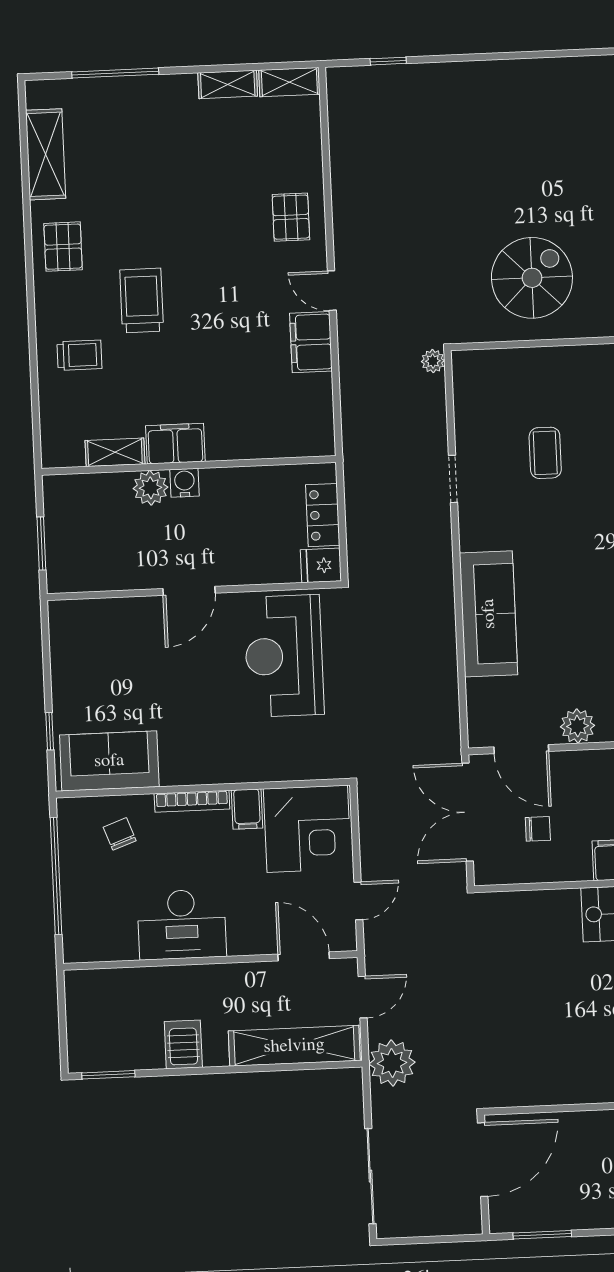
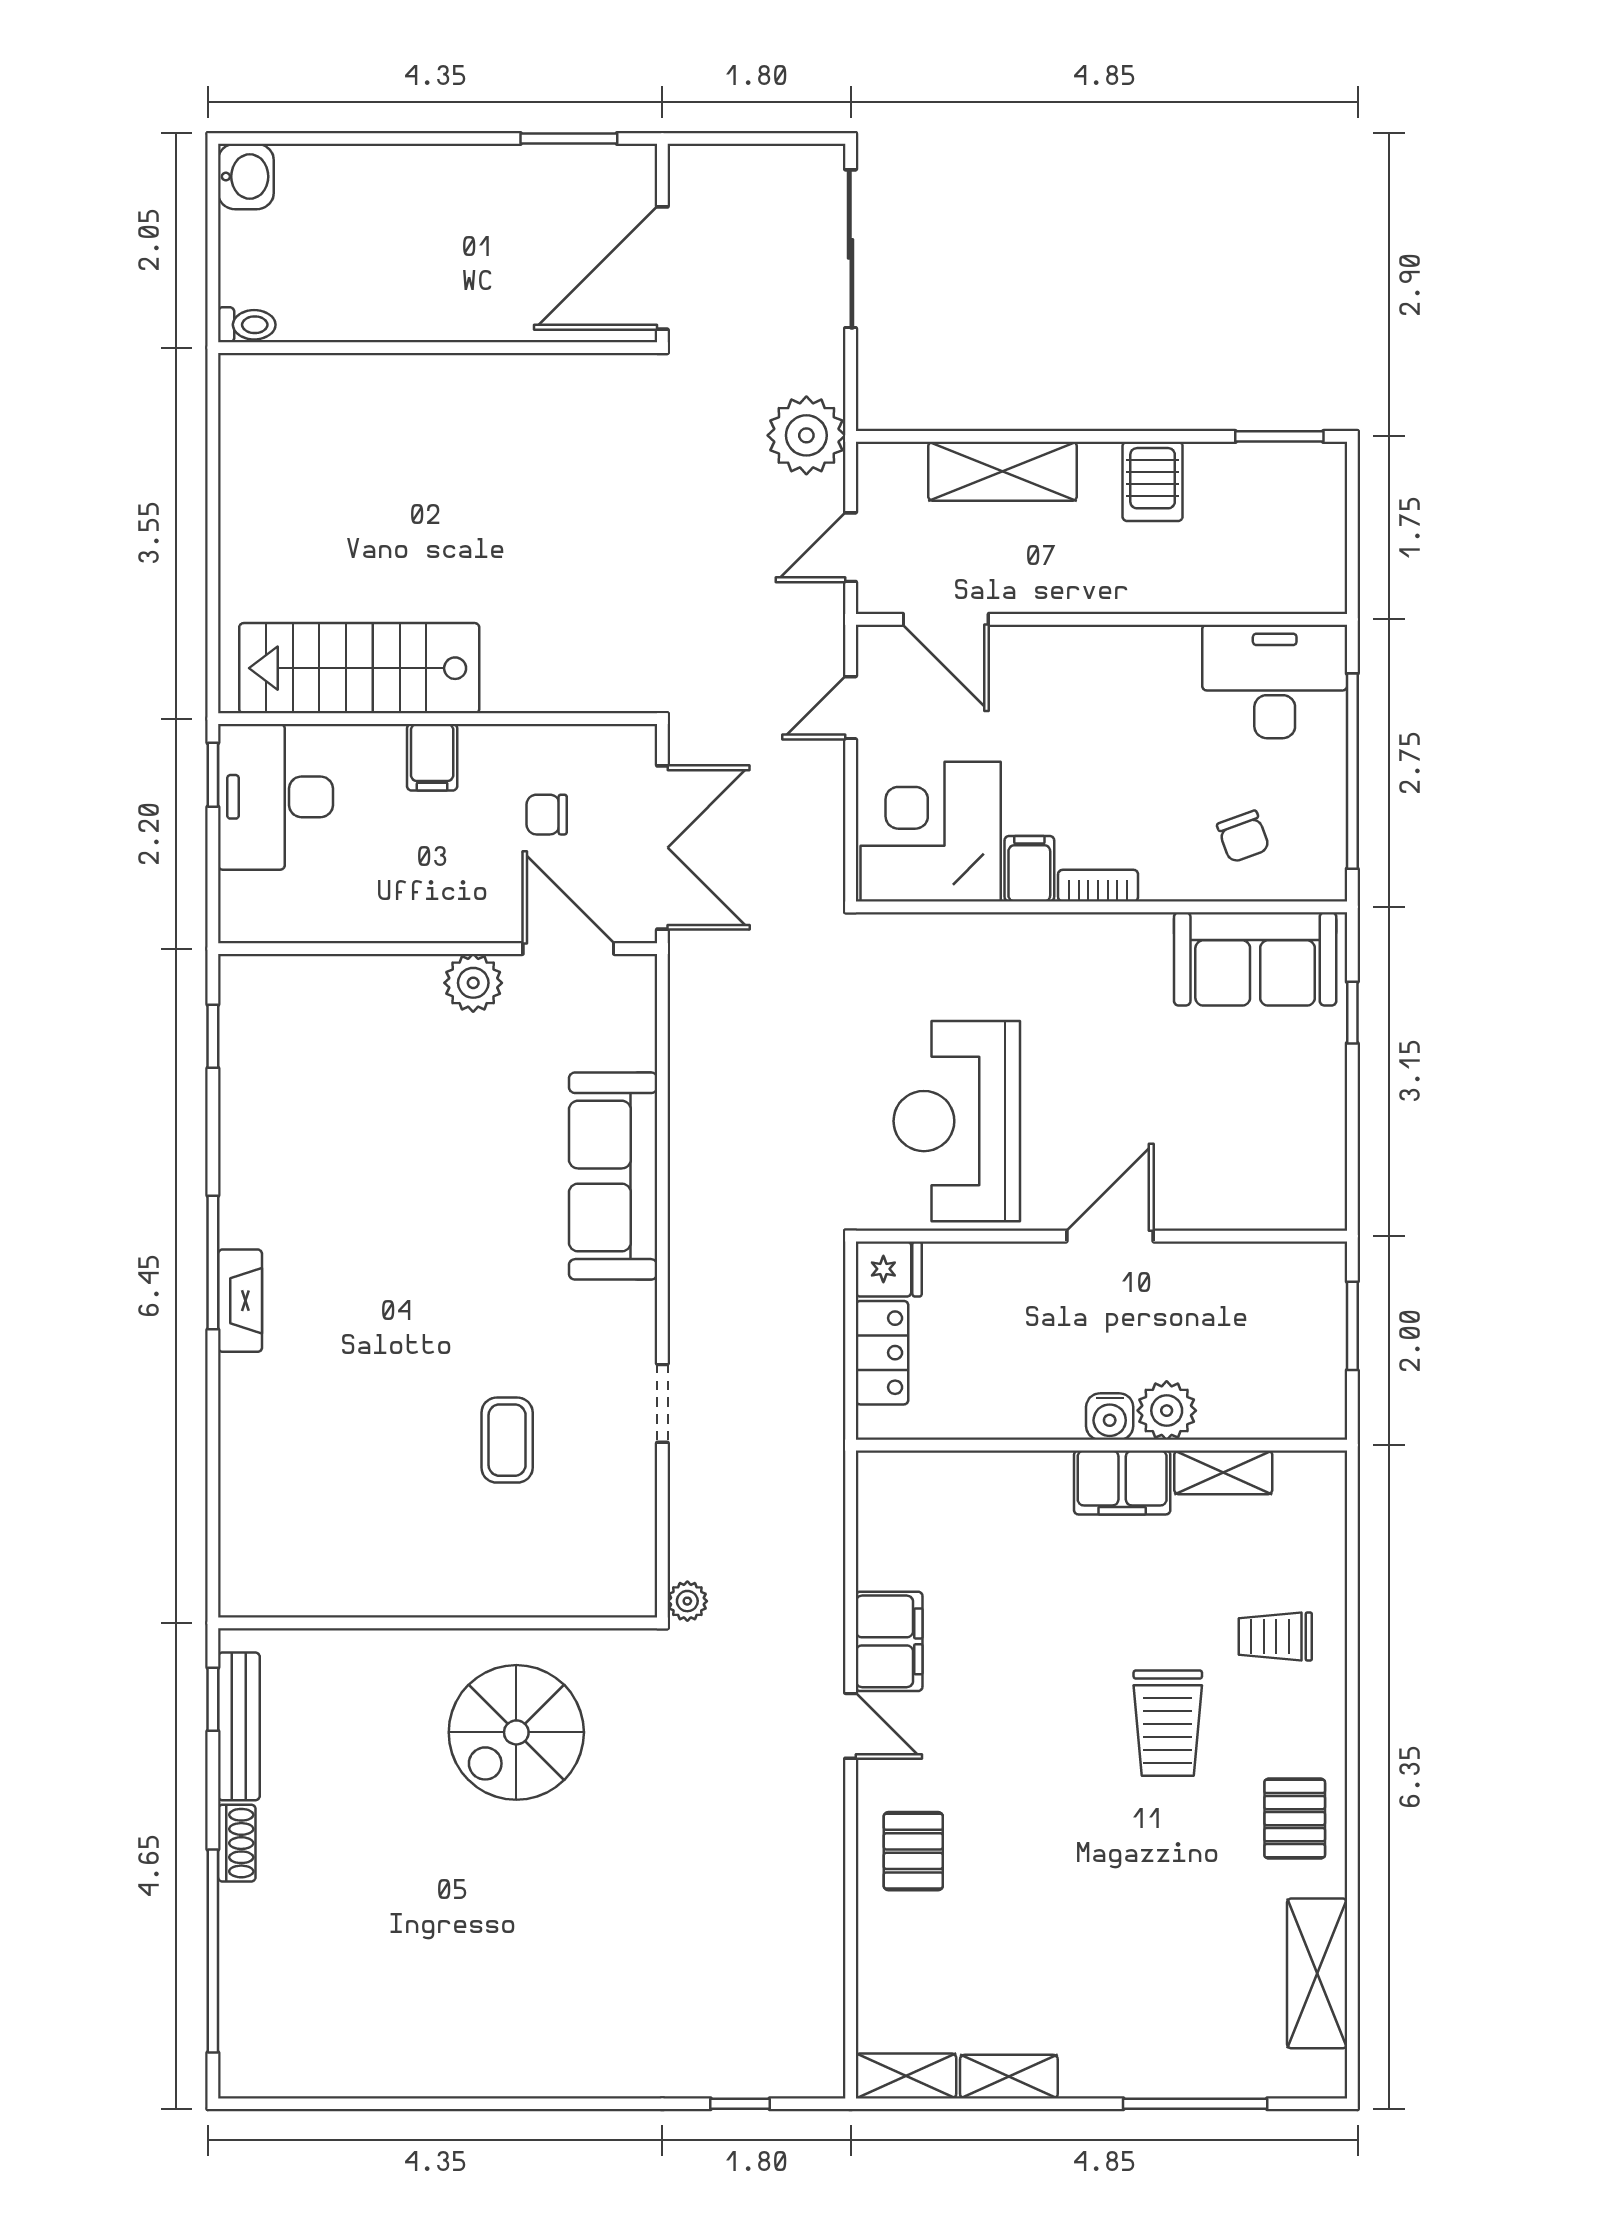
reception desk: (284, 656) -> (957, 1121), turned 180
bookcase: (192, 801) -> (1098, 886), width x0.64
desk: (182, 924) -> (1275, 681), moved
shelving: (294, 1046) -> (1003, 471), width x0.68

